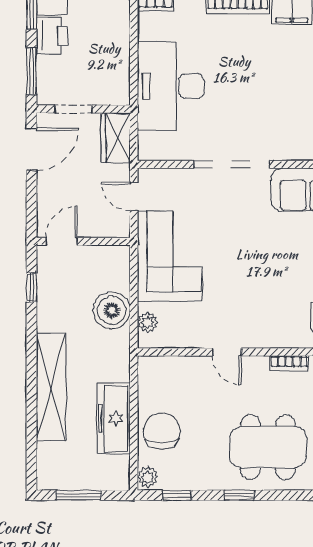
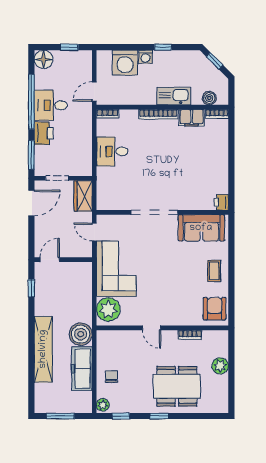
desk: (171, 86) -> (112, 151), width x0.53, depth x0.77
boiler: (112, 310) -> (81, 334), moved
plant: (148, 322) -> (108, 310), width x1.87, depth x1.87
chair: (162, 431) -> (111, 377), width x0.54, depth x0.54

